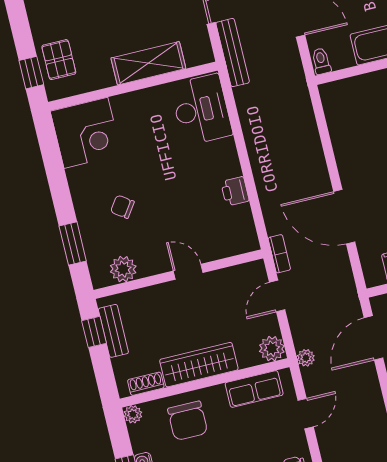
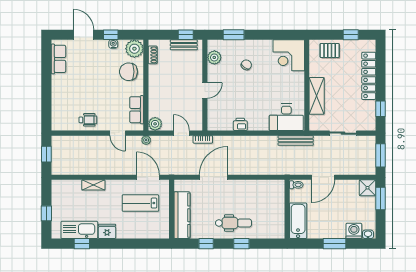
bench: (233, 53) -> (296, 140), moved
window: (31, 73) -> (351, 35), moved
wardrobe: (199, 365) -> (156, 84), removed
plant: (133, 414) -> (134, 49), width x1.87, depth x1.87

